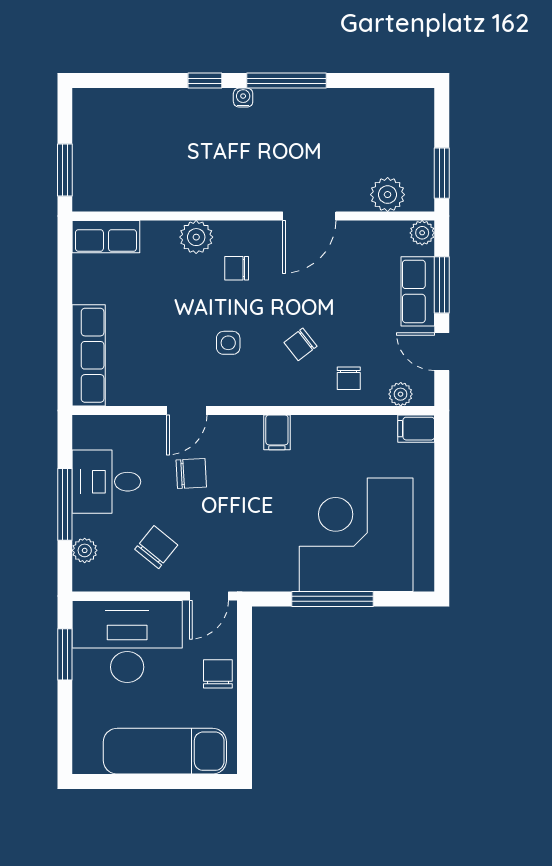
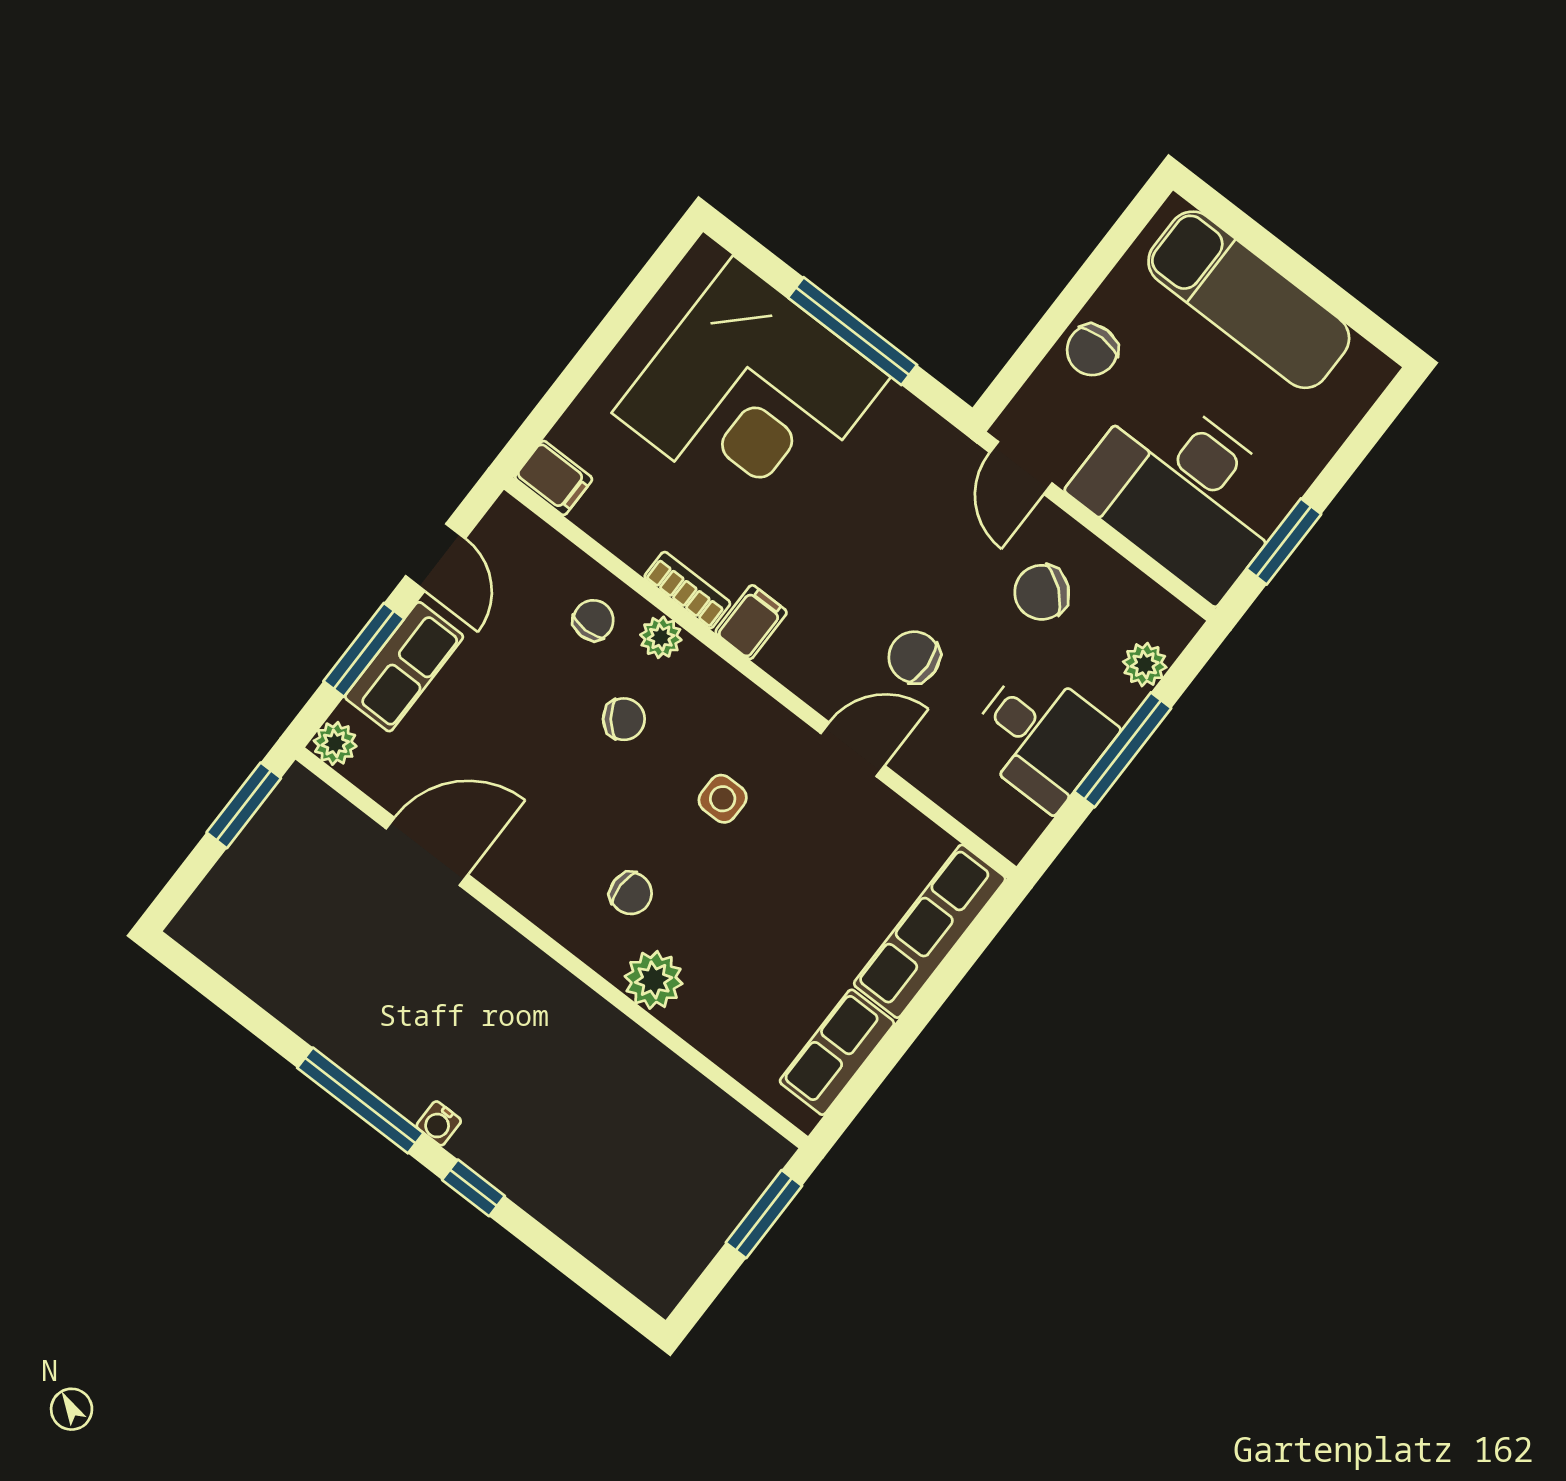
plant: (388, 195) -> (342, 834), removed
door: (309, 216) -> (427, 851), moved
row of seats: (106, 237) -> (837, 1052), moved, turned -90
plant: (401, 394) -> (661, 637), moved
bookcase: (317, 425) -> (687, 590), added
door: (209, 596) -> (1021, 468), swing flipped

